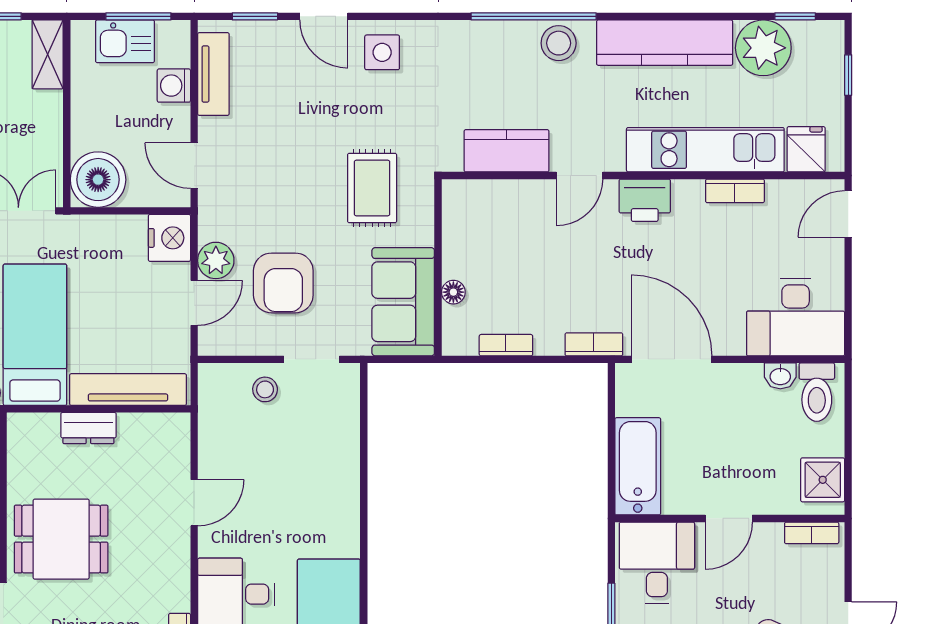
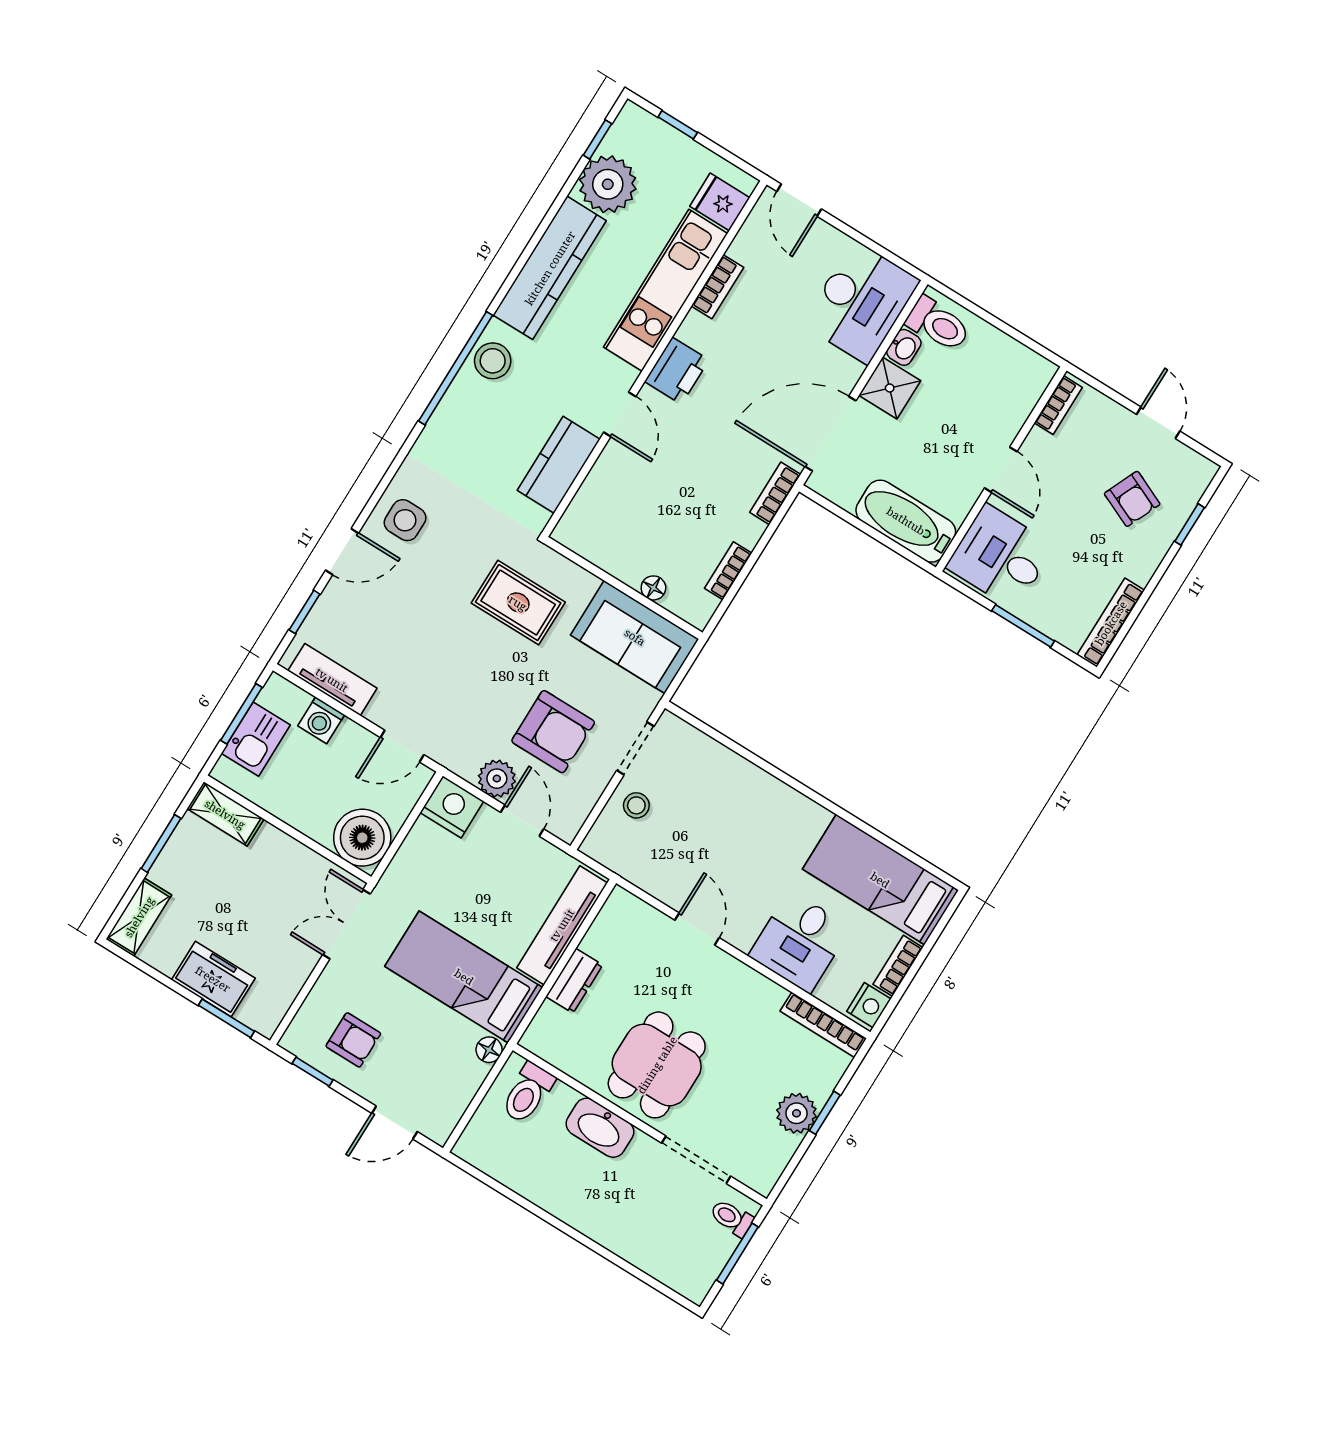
shower: (823, 480) -> (890, 388), moved

